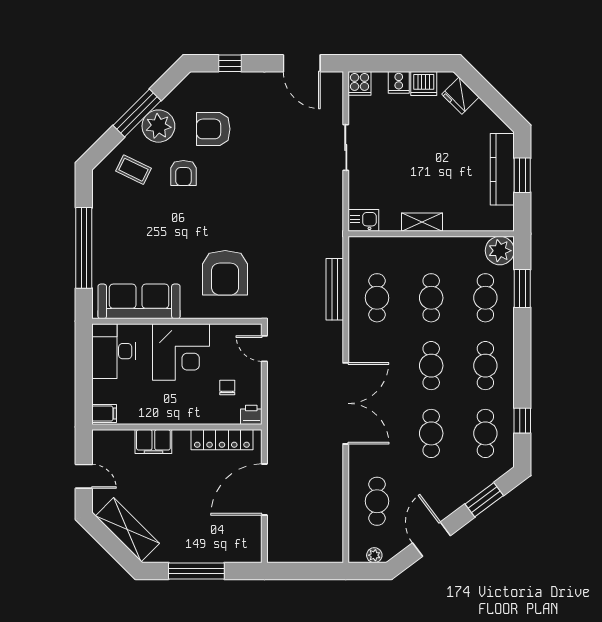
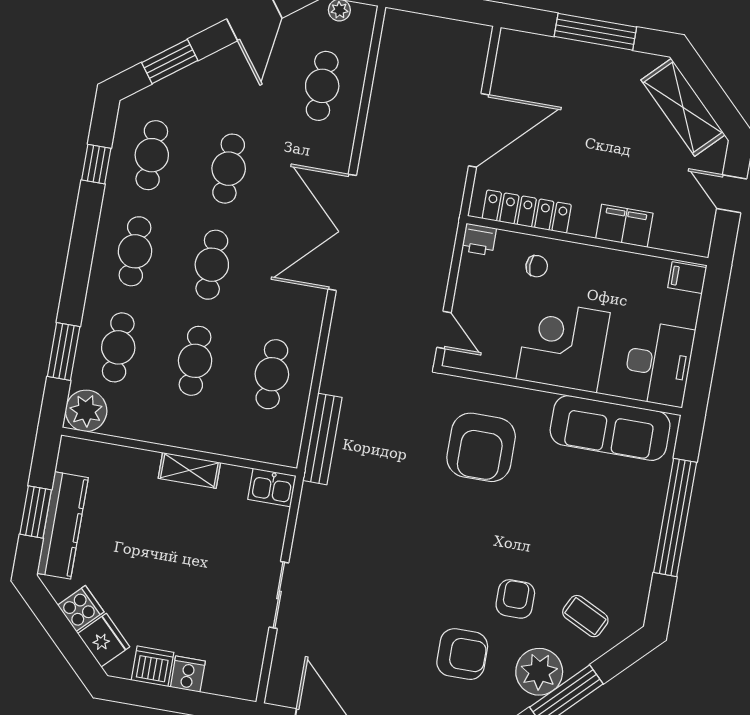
cooker: (360, 83) -> (81, 608), moved, turned 45
armchair: (225, 273) -> (481, 447), turned 180
bench: (335, 289) -> (322, 439), moved
chair: (227, 387) -> (537, 266), moved, turned -90

